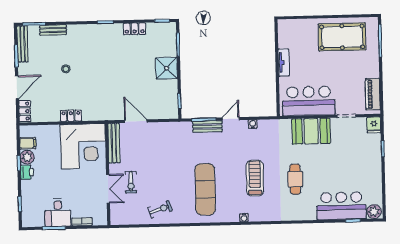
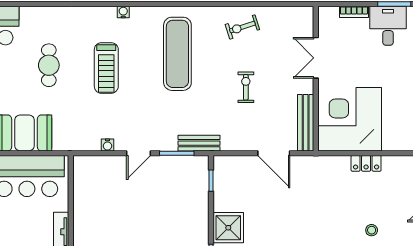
bench: (207, 127) -> (199, 143), moved
exercise bike: (131, 182) -> (246, 87), moved

